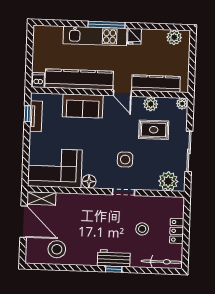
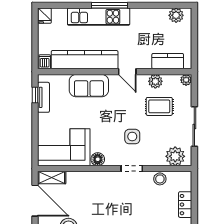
fridge: (134, 36) -> (45, 16), moved
kitchen counter: (156, 84) -> (168, 61), width x0.67
stool: (142, 229) -> (160, 179), moved

